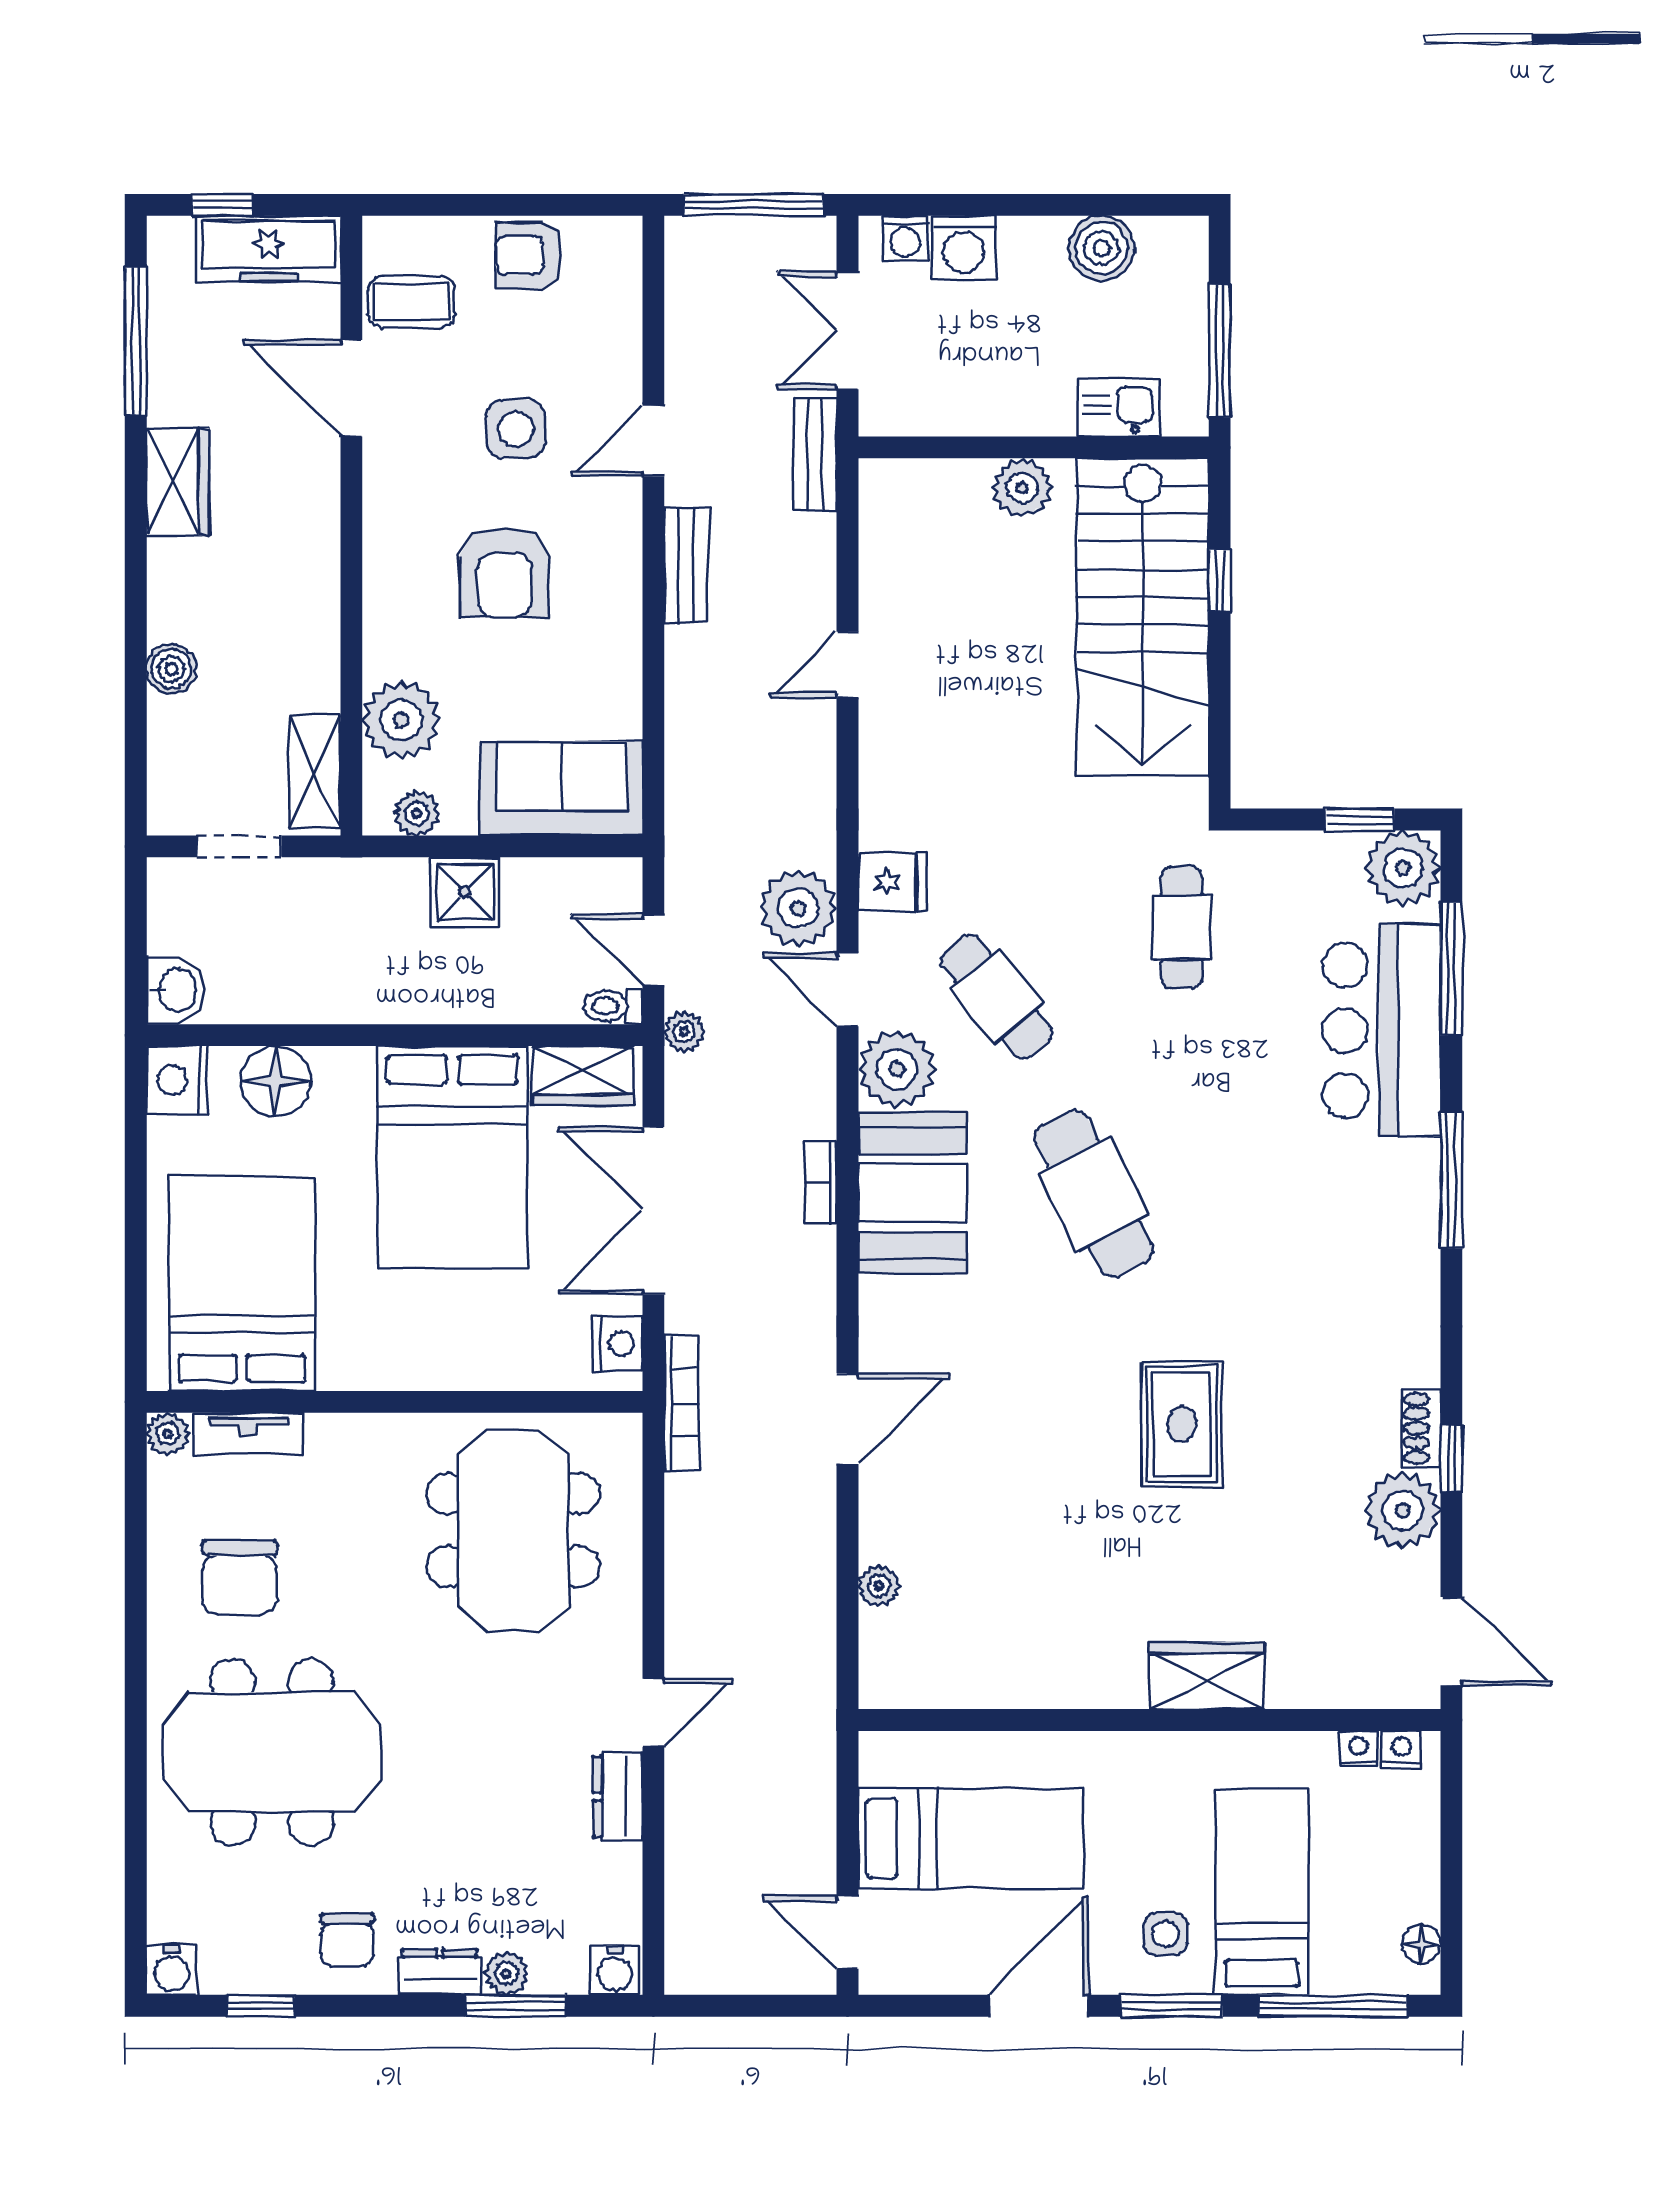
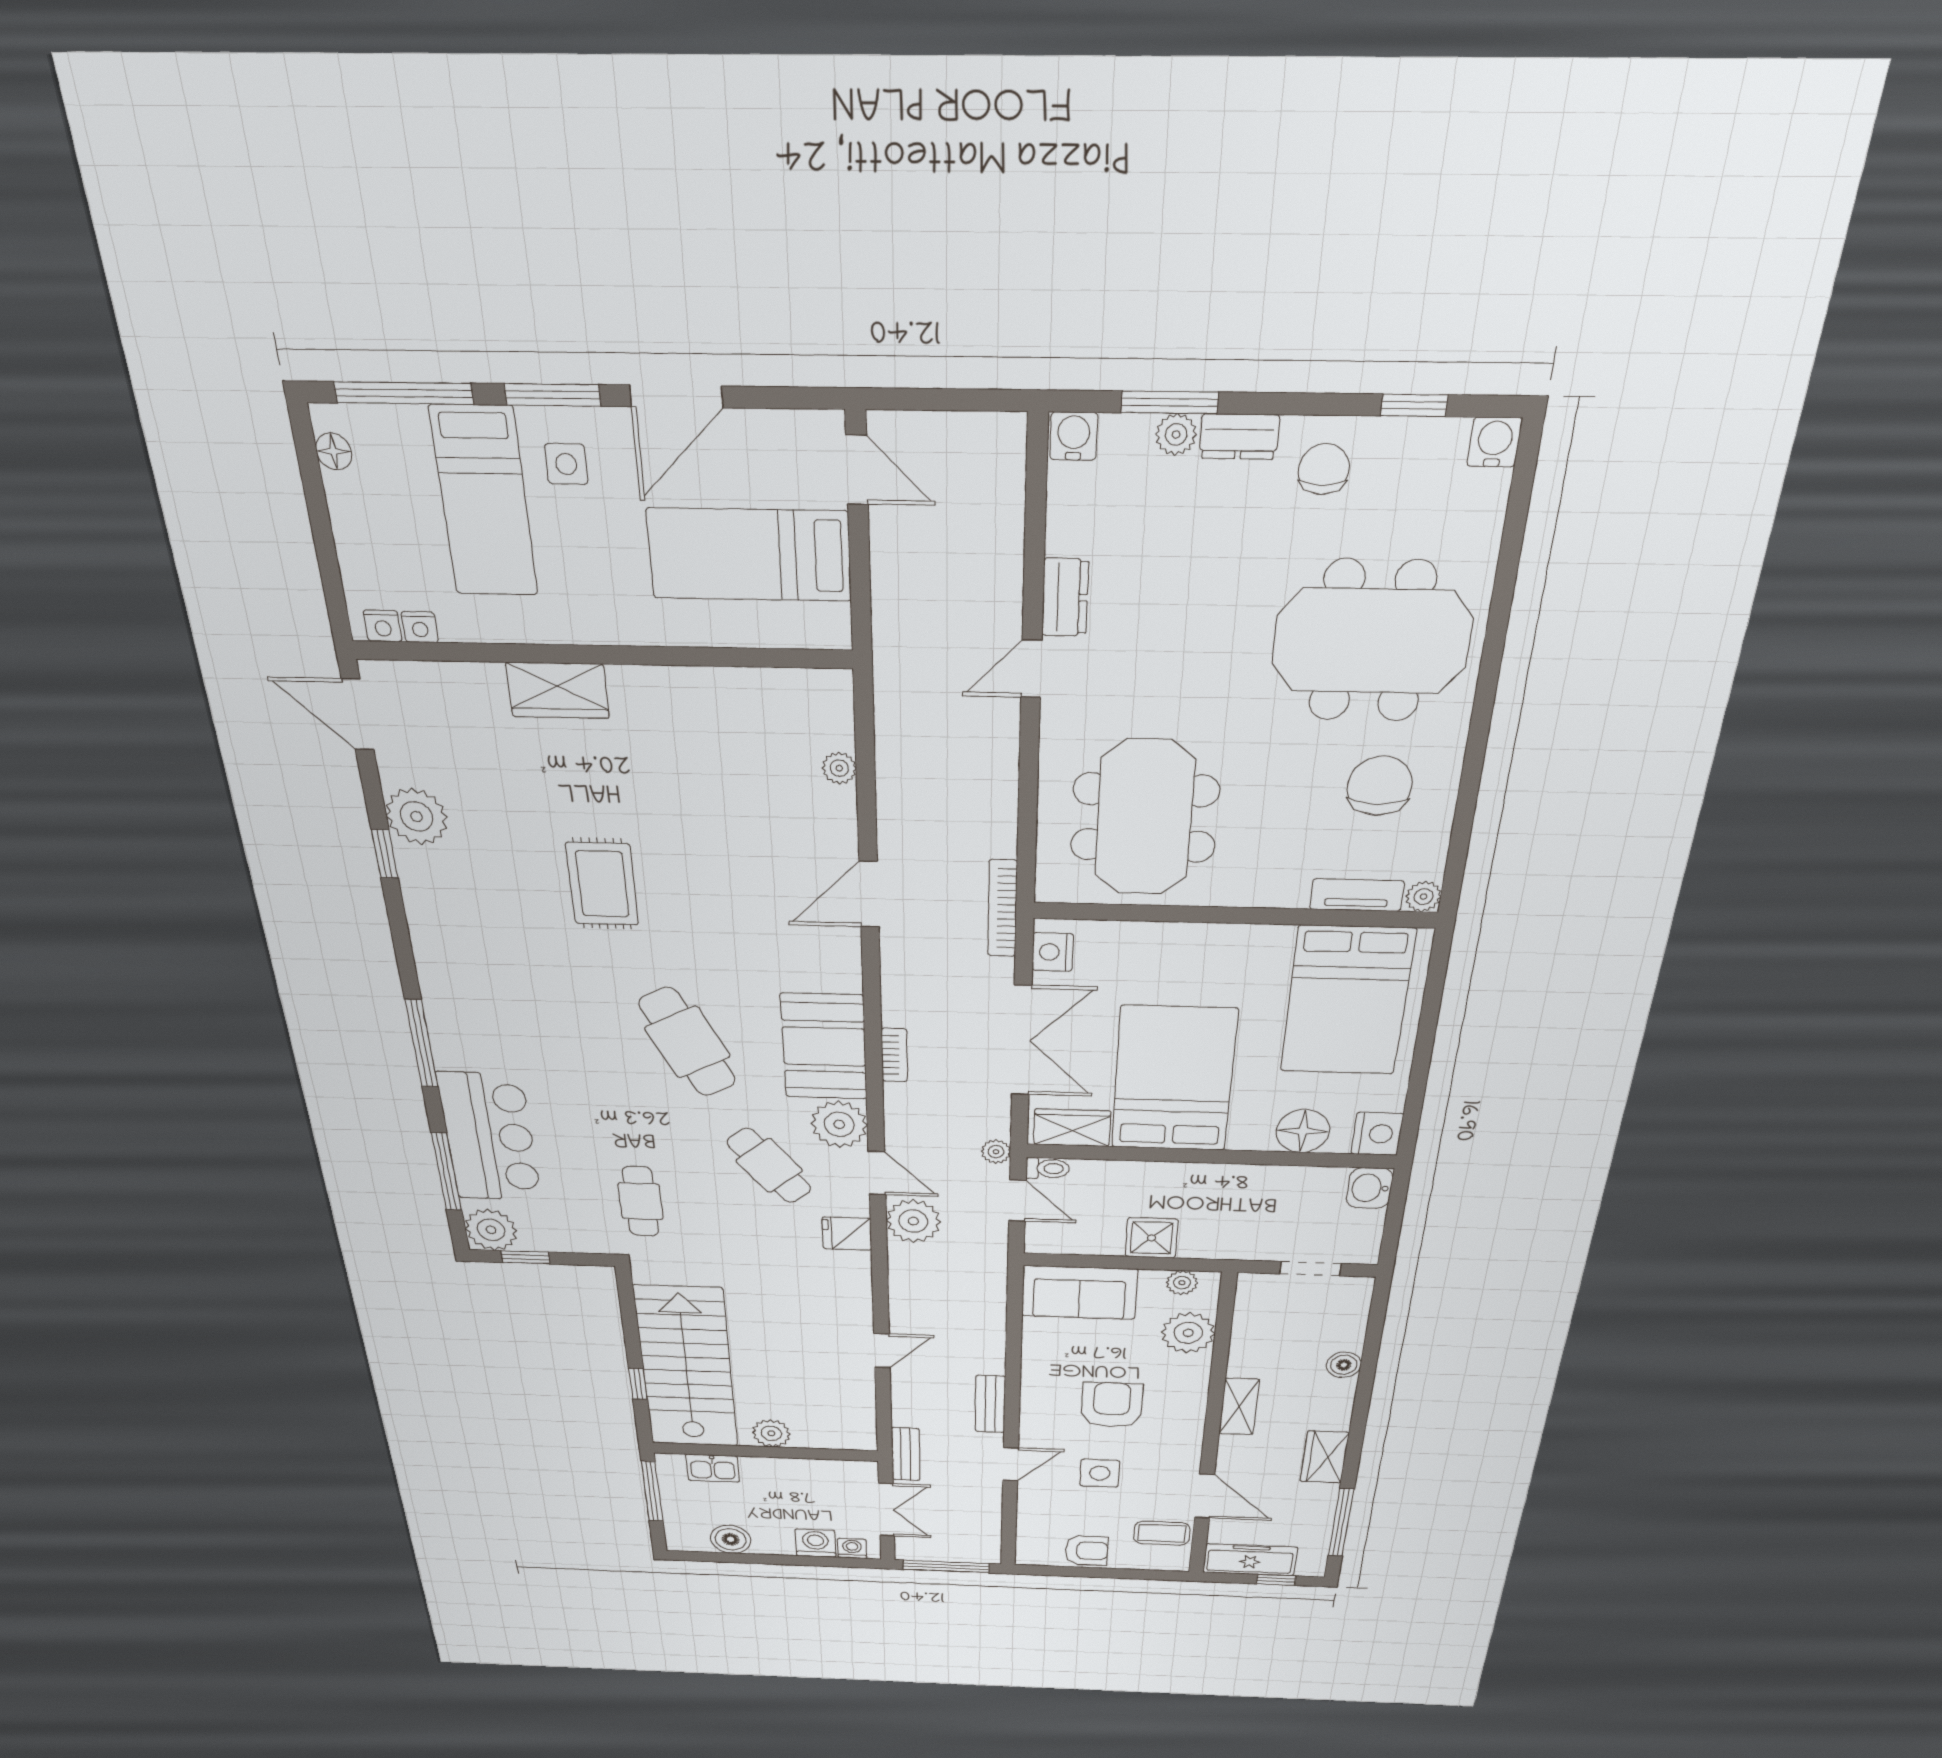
shelving: (315, 771) -> (1239, 1407), moved
shoe rack: (1421, 1428) -> (413, 876), removed

